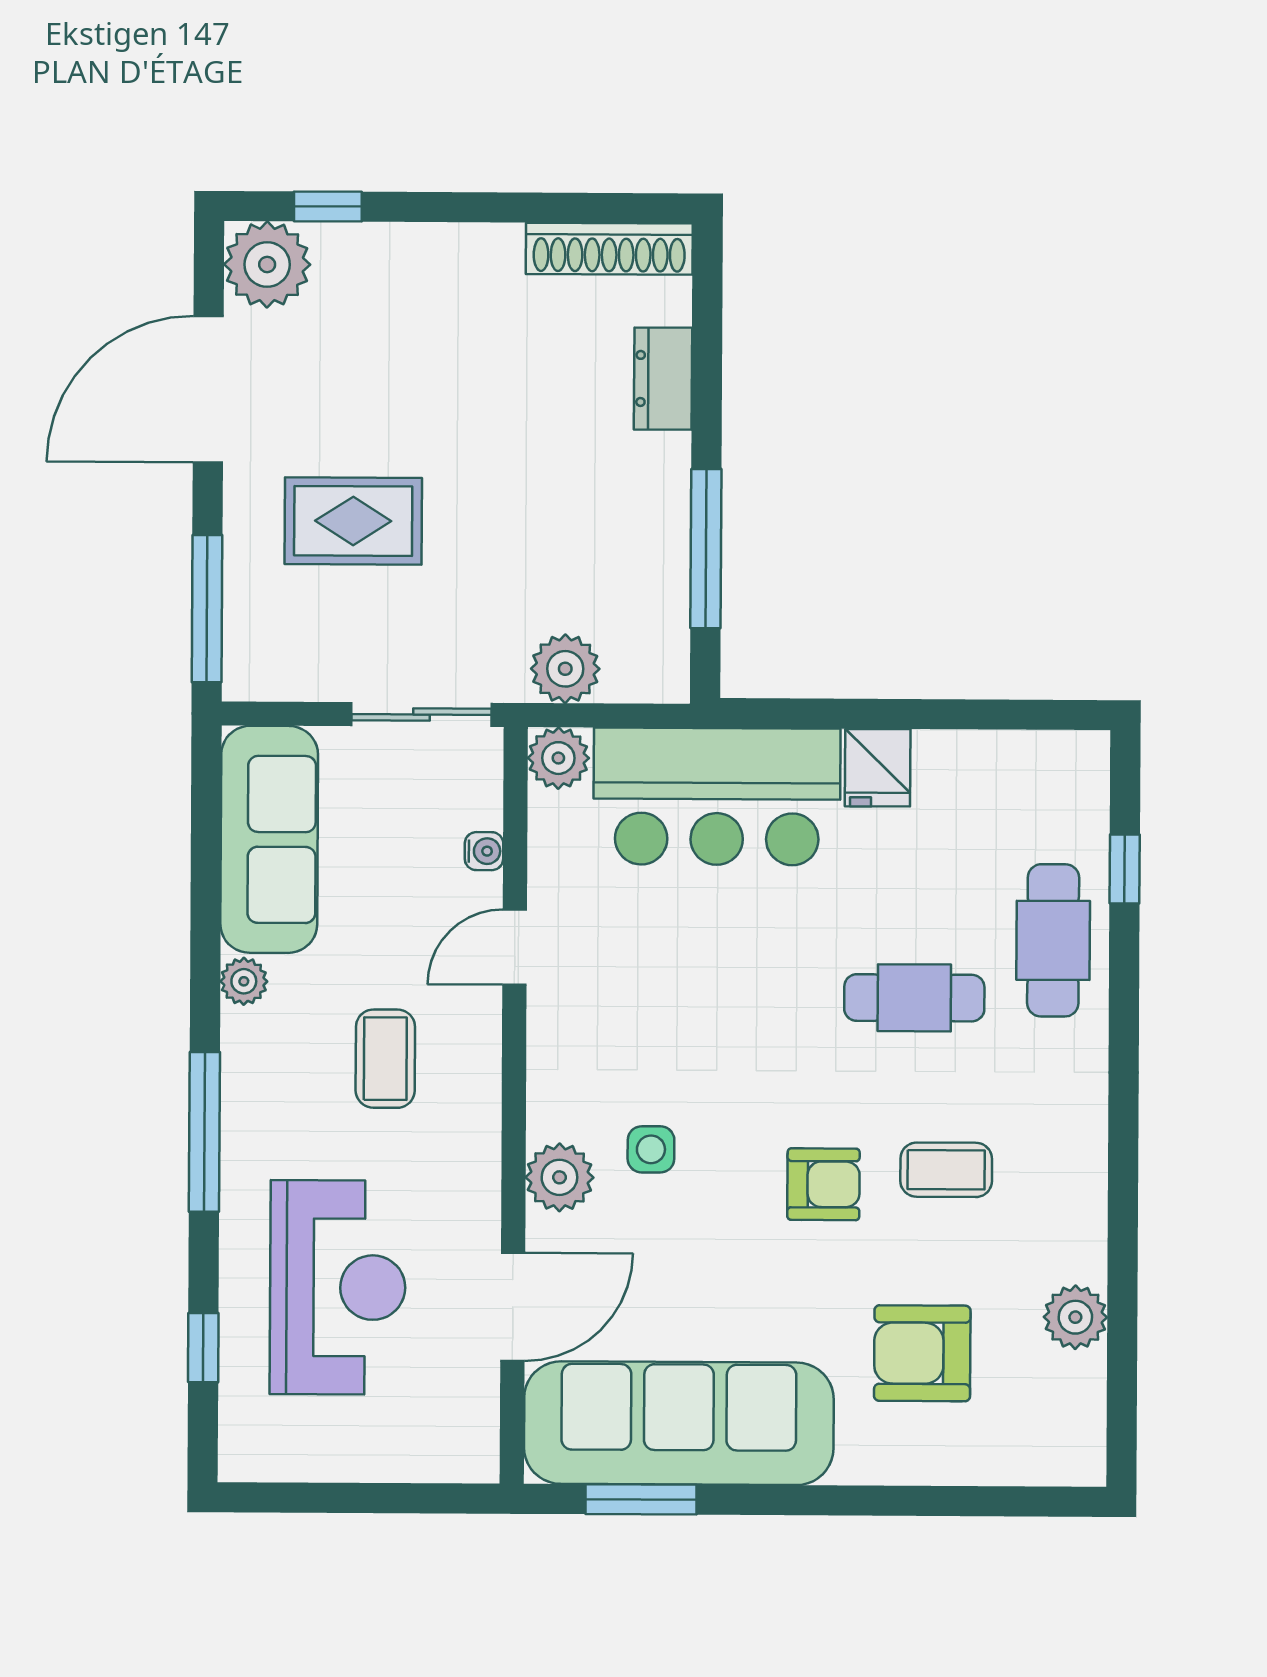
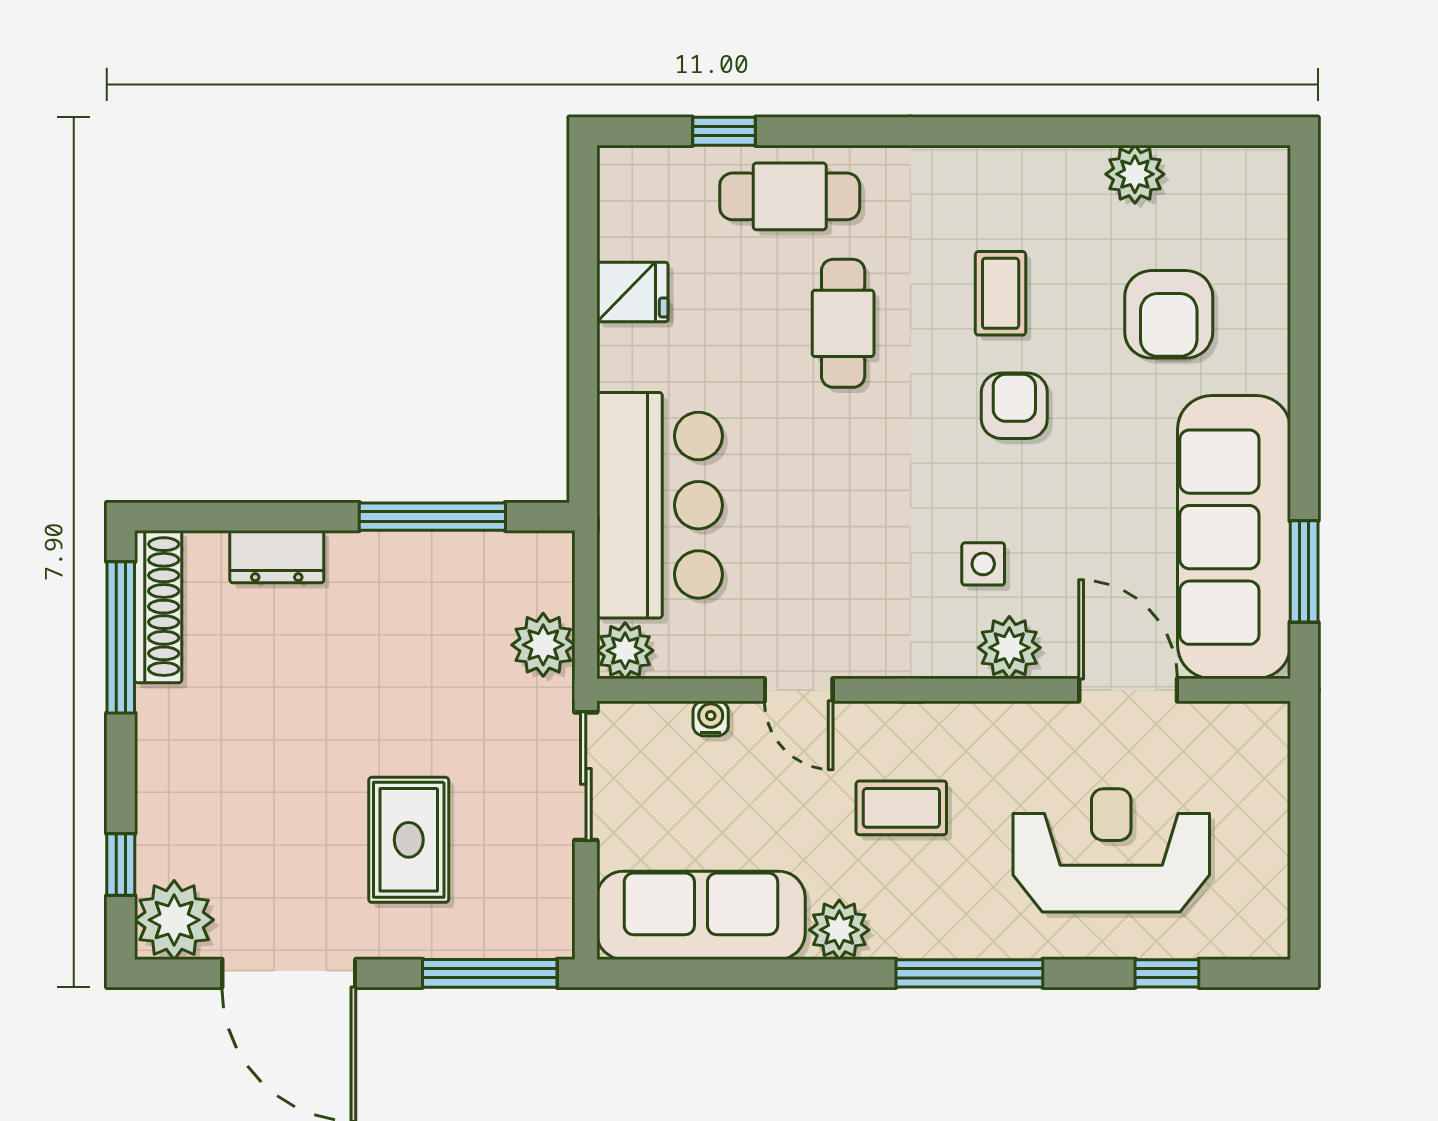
window: (576, 208) -> (121, 637), added
fridge: (878, 768) -> (632, 292), moved
plant: (244, 981) -> (839, 930), width x1.38, depth x1.38

